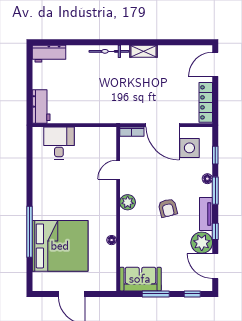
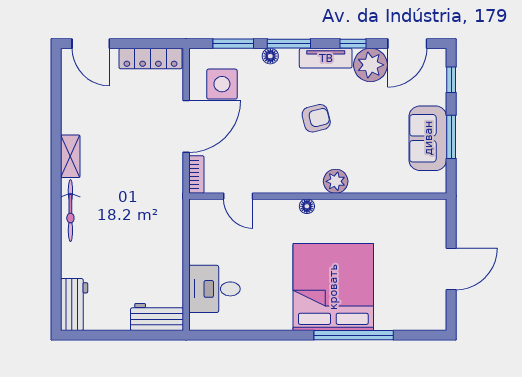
window: (215, 155) -> (233, 44), width x1.50
door: (118, 170) -> (238, 196), moved
plant: (128, 202) -> (336, 181), moved
floor lamp: (112, 240) -> (307, 206), moved
bed: (60, 246) -> (333, 287), moved
sofa: (140, 279) -> (428, 138), moved

